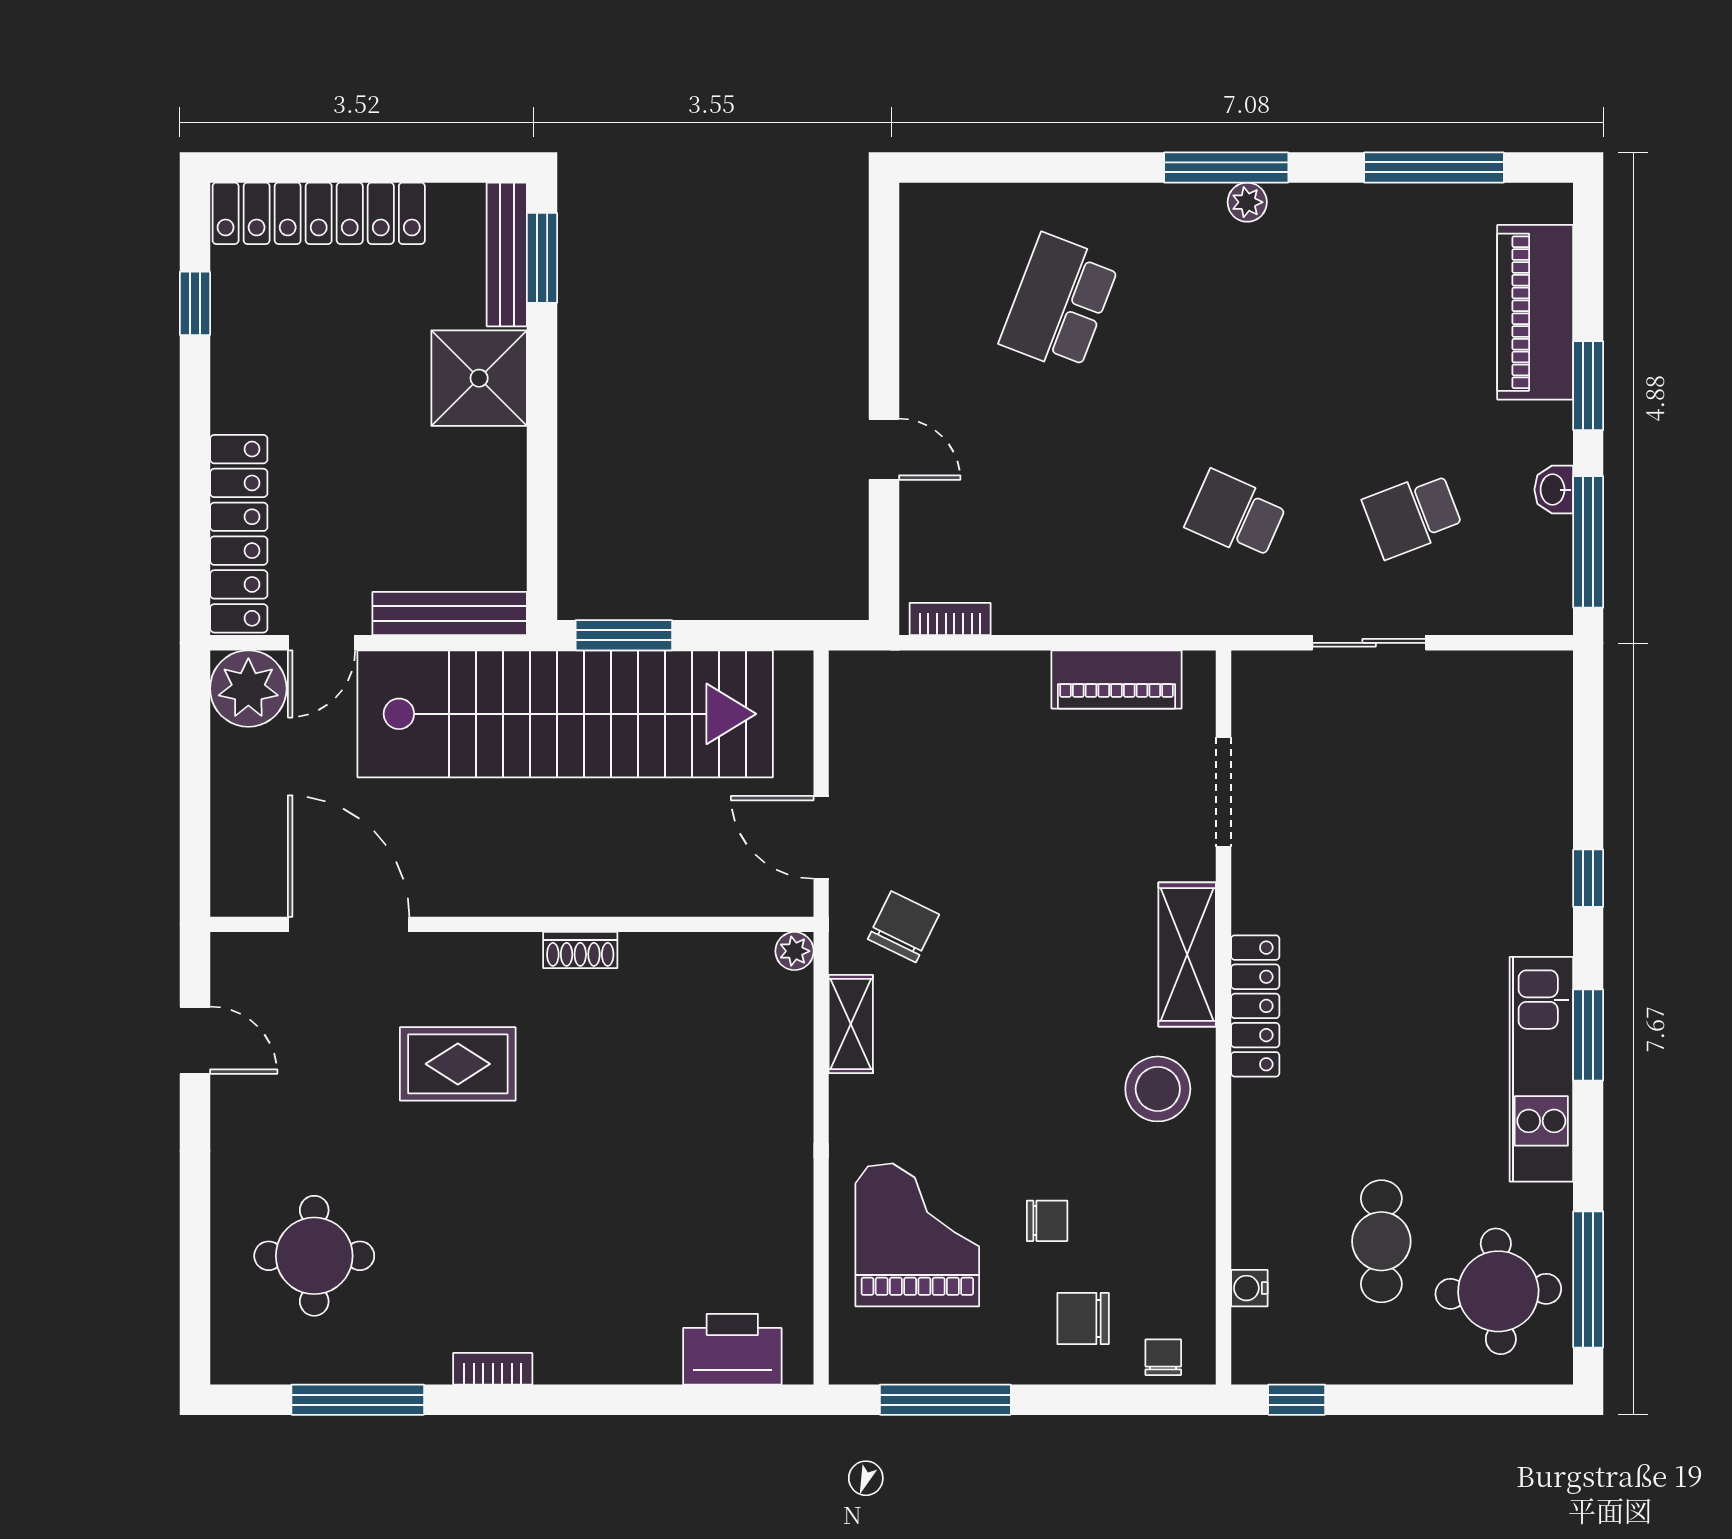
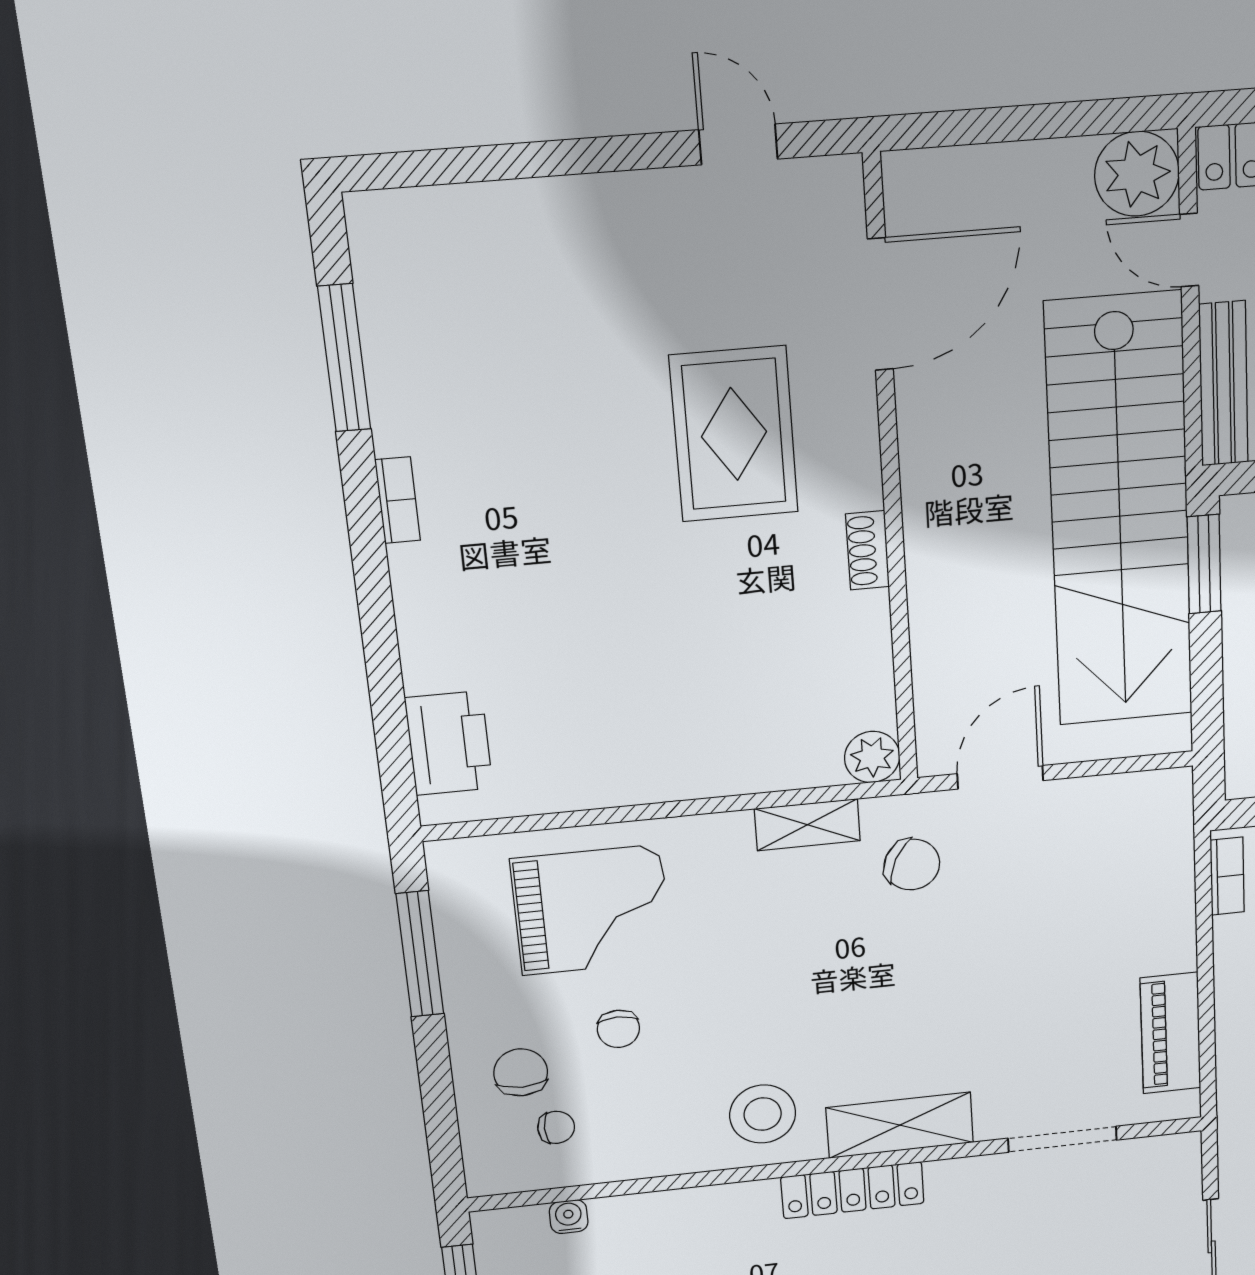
plant: (794, 951) -> (872, 757), width x1.38, depth x1.38
door: (195, 1040) -> (738, 144), swing flipped
rug: (458, 1064) -> (734, 434), width x1.36, depth x1.43
round table: (314, 1256) -> (504, 297), removed
chair: (1163, 1357) -> (556, 1127), moved

